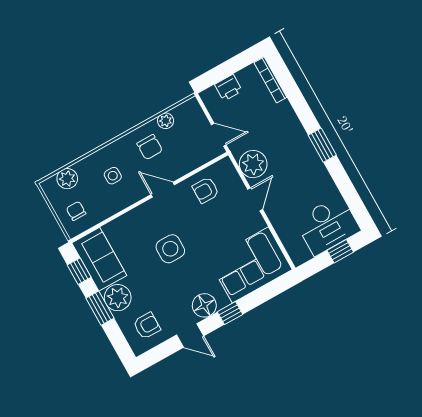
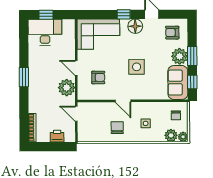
plant: (166, 121) -> (183, 137), moved
armchair: (206, 190) -> (98, 77), moved
door: (255, 199) -> (76, 68), hinge flipped

